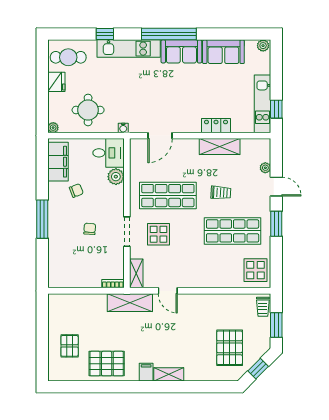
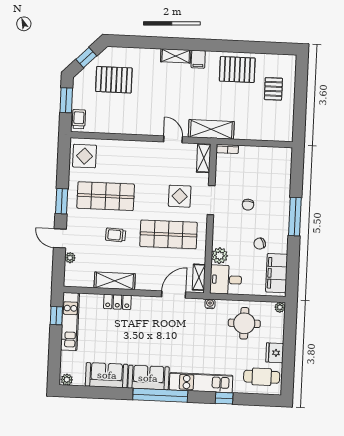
shelving: (136, 154) -> (199, 277), added
pallet: (230, 348) -> (114, 80), turned 90

